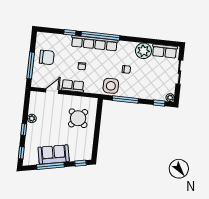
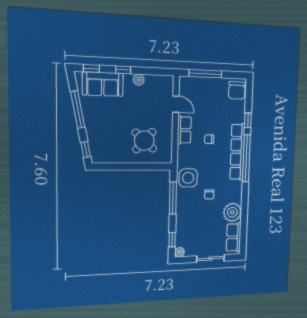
chair: (47, 57) -> (237, 90), moved
sofa: (54, 154) -> (103, 84), moved, turned 101

